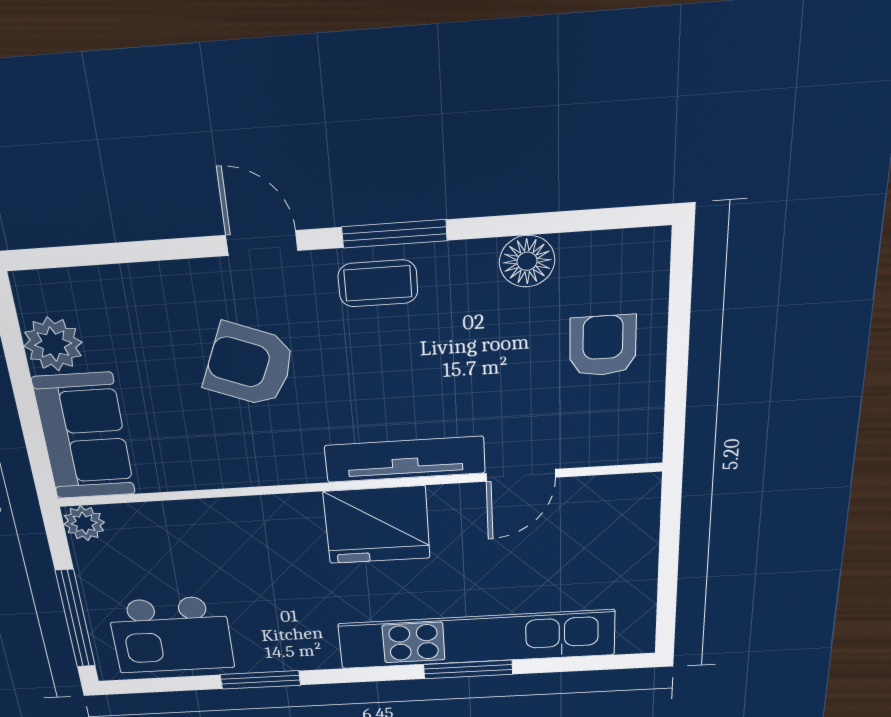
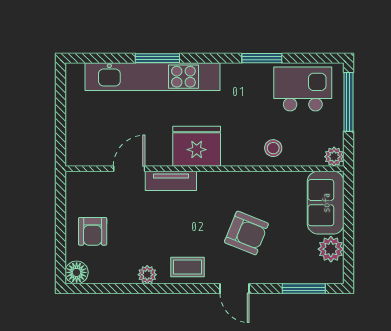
window: (394, 234) -> (304, 289), moved
plant: (473, 260) -> (147, 275), added
floor lamp: (527, 261) -> (77, 272), moved
tv unit: (405, 459) -> (171, 181), width x0.71
stool: (214, 531) -> (273, 148), added

